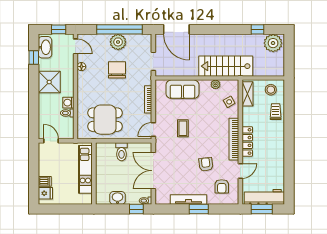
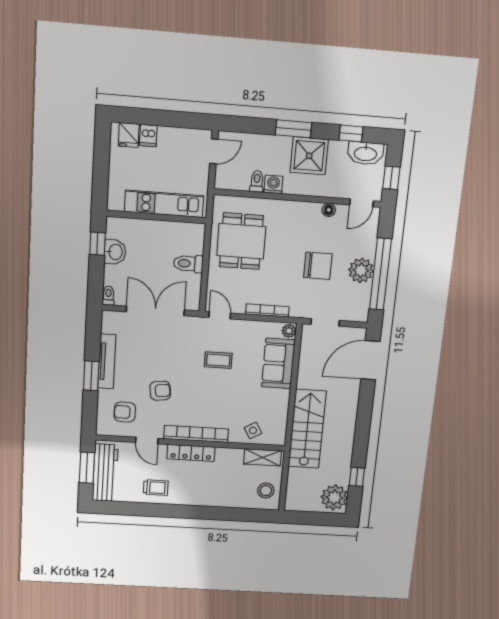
plant: (215, 84) -> (289, 331), moved
window: (34, 93) -> (293, 129), added
trolley: (276, 112) -> (156, 488), moved
window: (136, 209) -> (97, 244), moved

